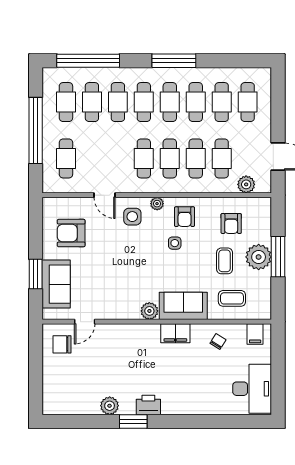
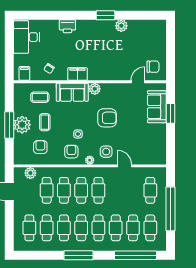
armchair: (71, 233) -> (107, 118), moved
printer: (148, 405) -> (67, 26), moved

